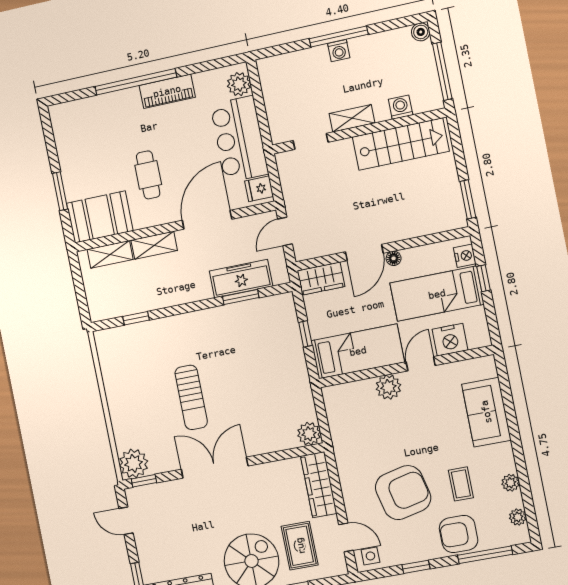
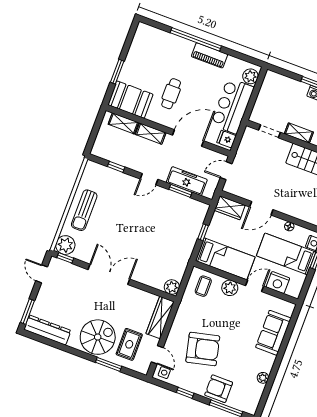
floor lamp: (394, 258) -> (289, 226), moved
door: (189, 307) -> (149, 179), added
sun lounger: (191, 397) -> (84, 210), moved
coffee table: (461, 484) -> (203, 286), moved
plant: (518, 517) -> (255, 398), removed

